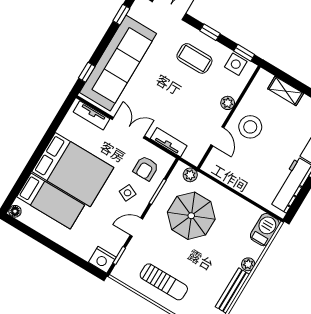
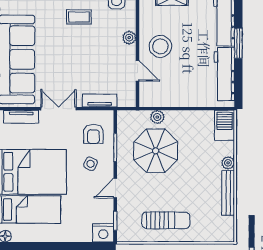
coffee table: (194, 58) -> (79, 17), width x0.73, depth x0.77
plant: (190, 175) -> (157, 117), moved

